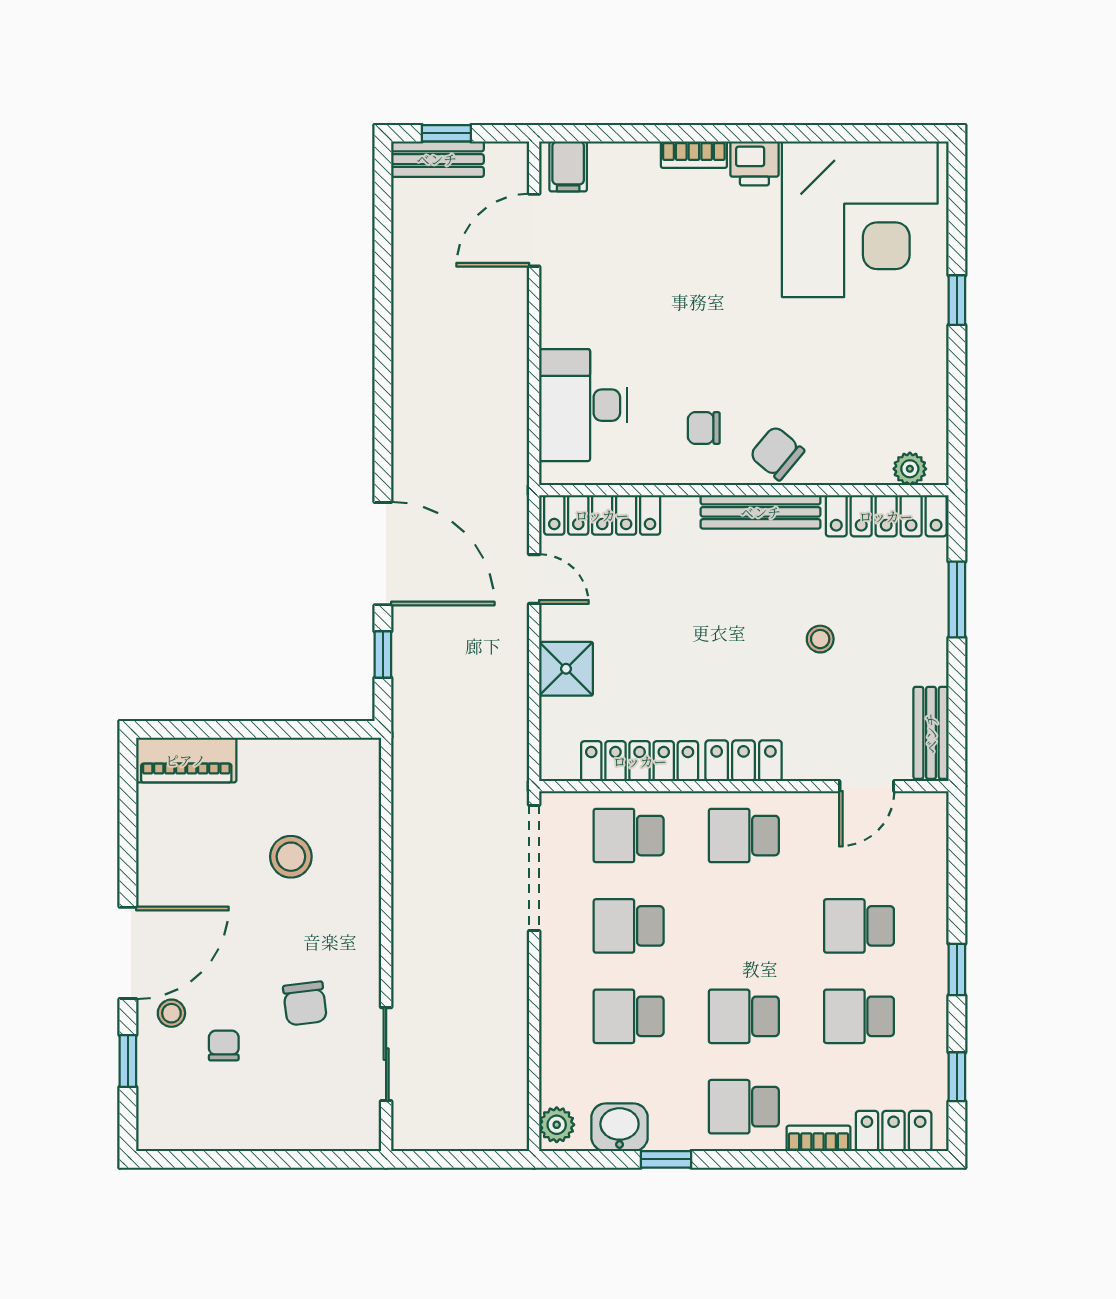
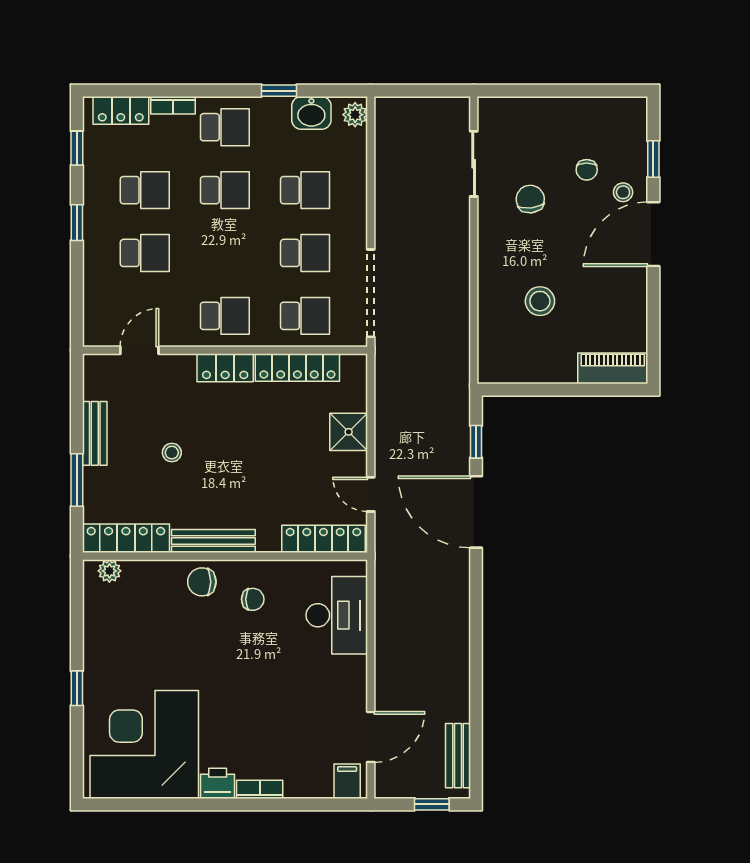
bench: (437, 159) -> (458, 756), moved, turned 90
chair: (777, 453) -> (202, 582), turned 140
bench: (931, 733) -> (95, 433), moved

